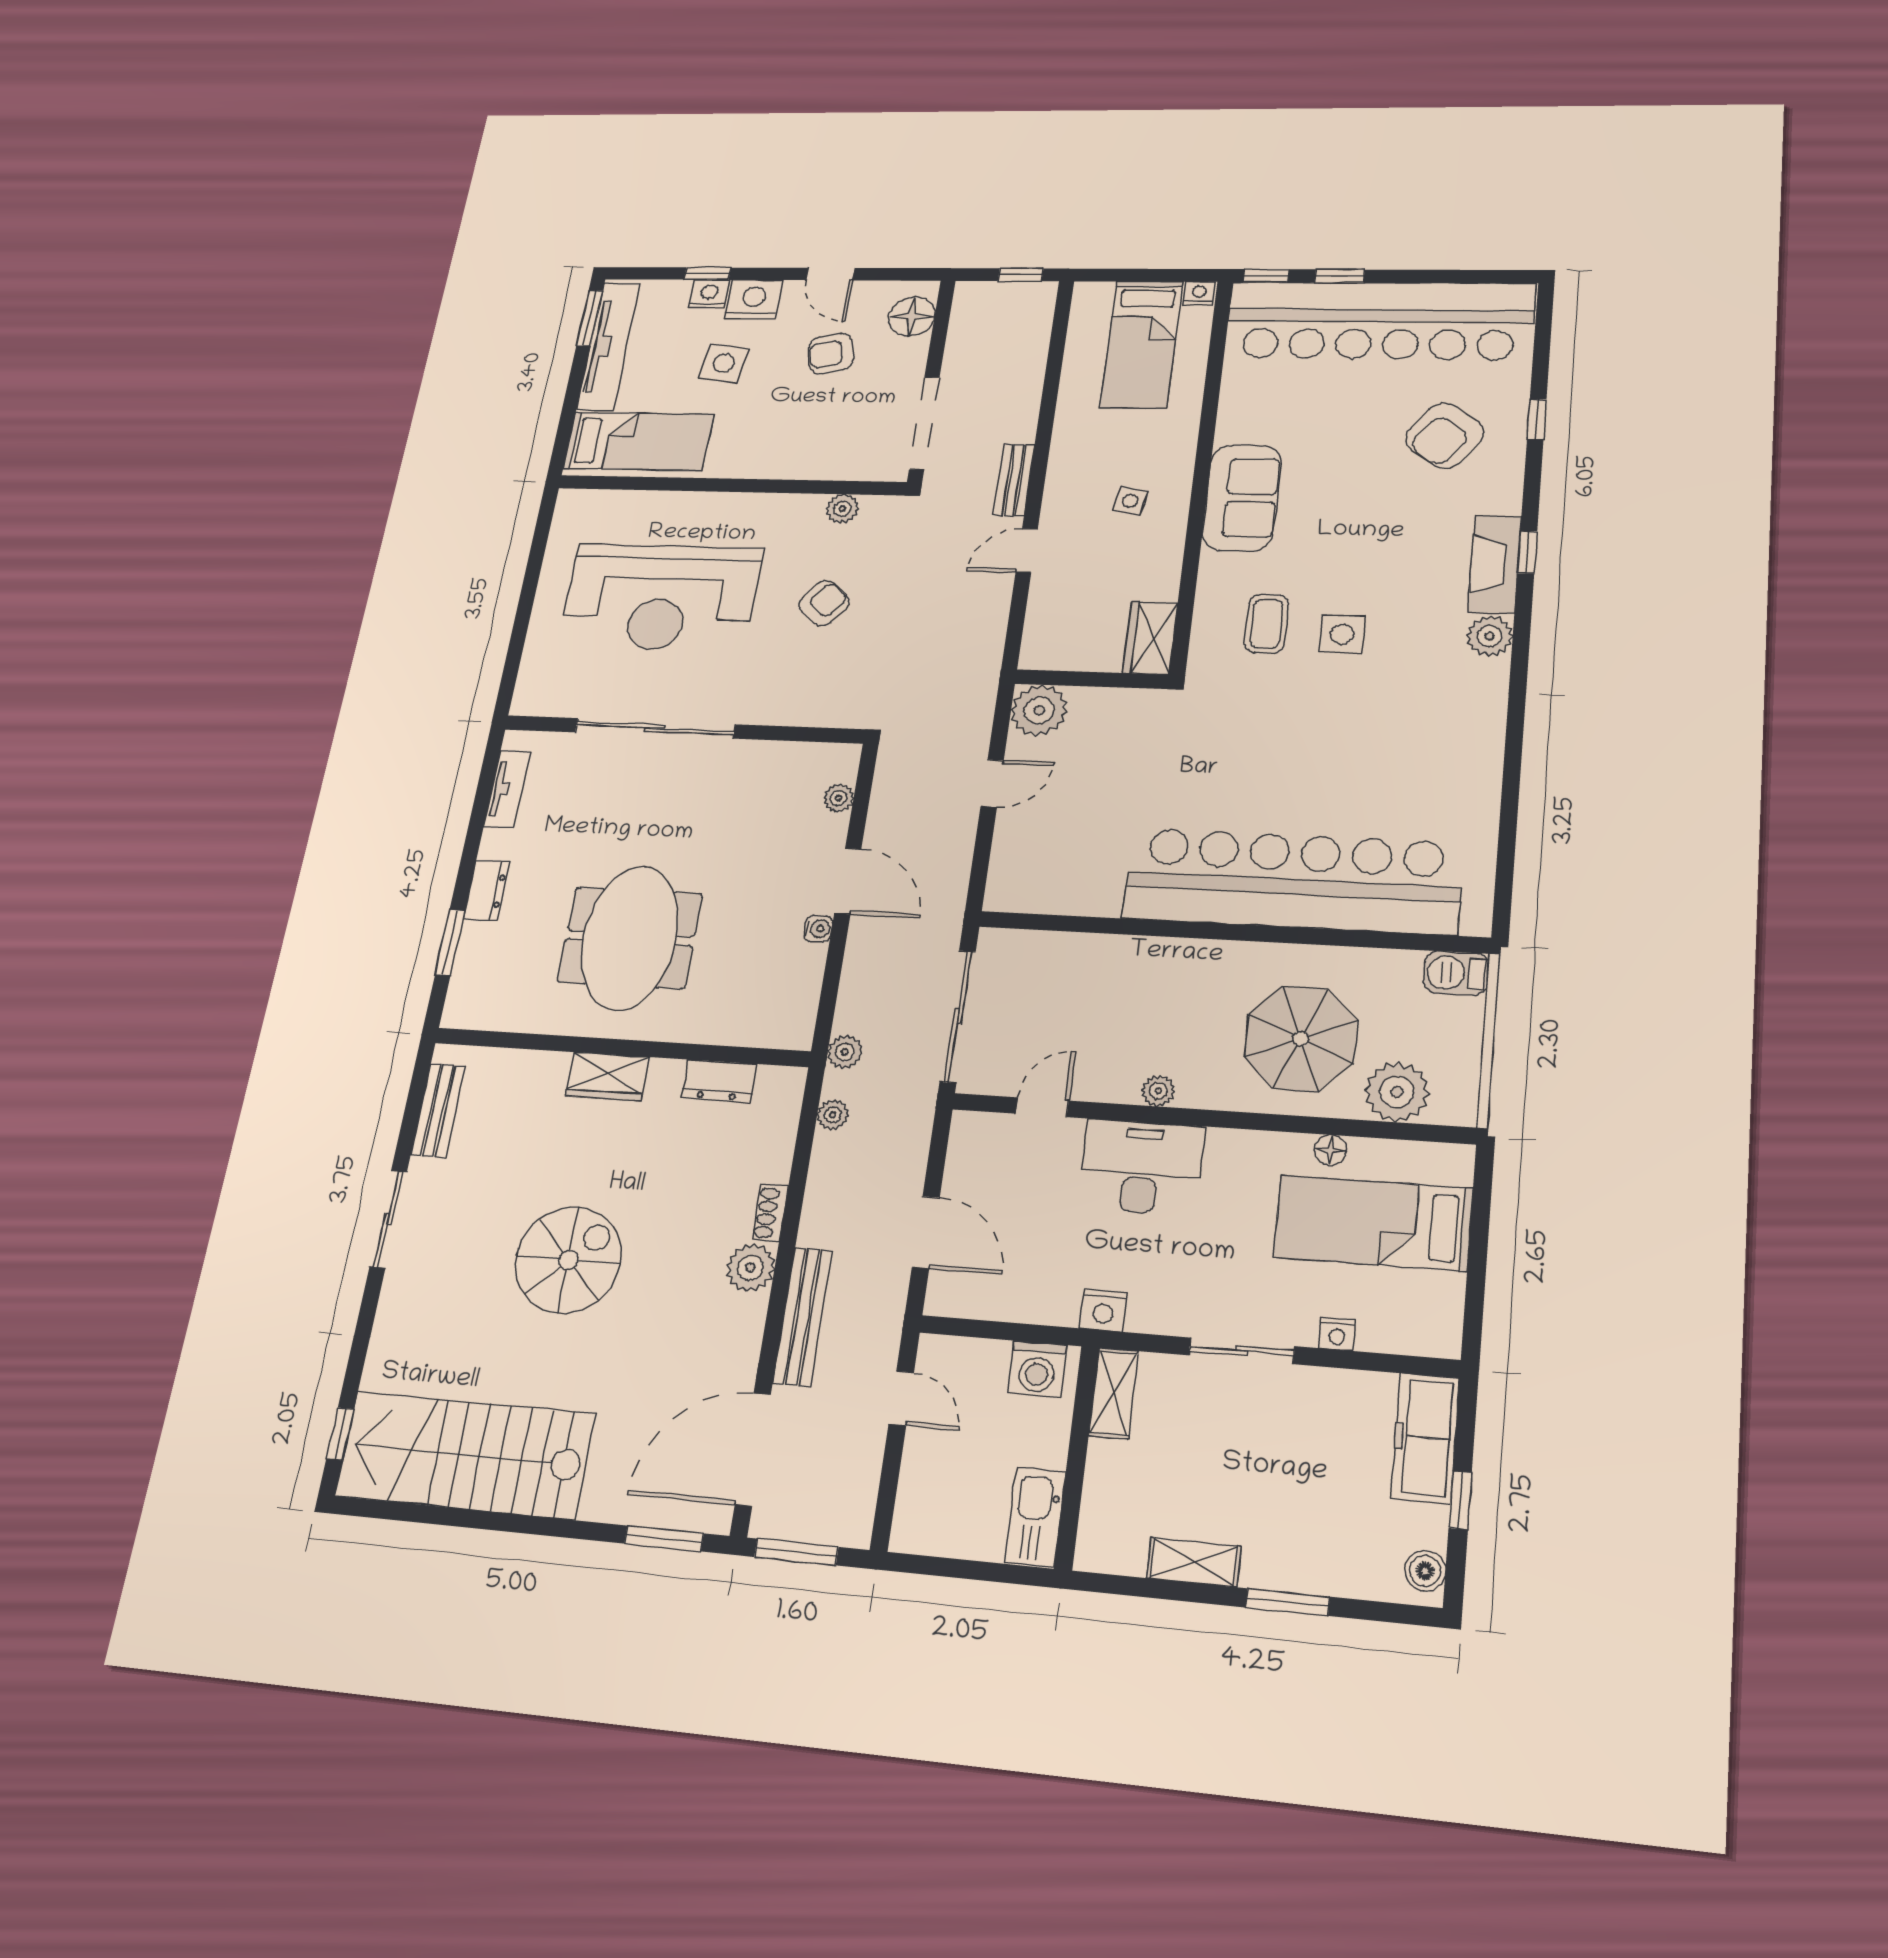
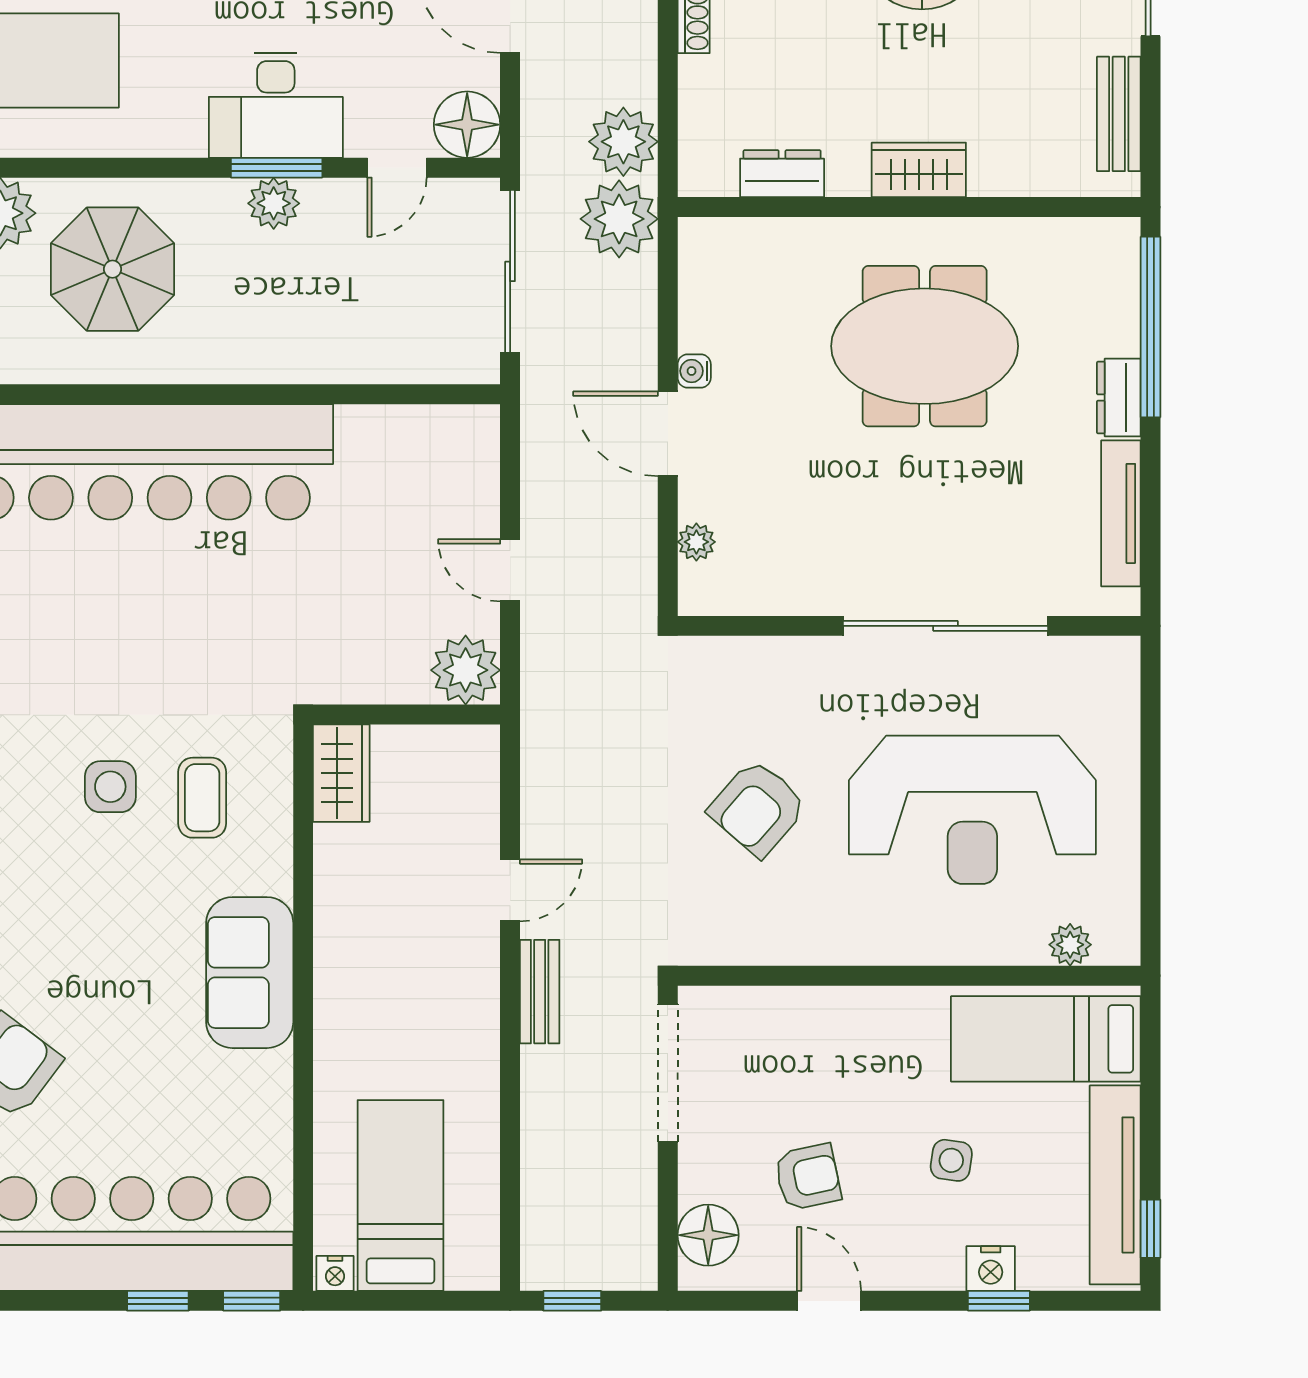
nightstand: (754, 300) -> (927, 1260), removed
window: (589, 318) -> (1151, 1229), width x0.67
side table: (724, 363) -> (951, 1160), width x0.73, depth x0.73
side table: (1130, 501) -> (388, 965), removed
plant: (842, 509) -> (1070, 945), moved
reception desk: (661, 597) -> (972, 810), turned 180
armchair: (824, 603) -> (758, 808), width x1.38, depth x1.38
door: (992, 783) -> (510, 570), hinge flipped
tv unit: (507, 789) -> (1121, 513), width x1.41
meeting table: (630, 938) -> (925, 346), turned 90
window: (450, 943) -> (1151, 327), width x2.11
plant: (845, 1052) -> (619, 219), width x1.87, depth x1.87
plant: (1158, 1091) -> (274, 203), width x1.38, depth x1.38
window: (1147, 1114) -> (277, 168), added
plant: (833, 1115) -> (623, 142), width x1.88, depth x1.88
floor lamp: (1331, 1150) -> (467, 125), moved, width x1.89, depth x1.89

